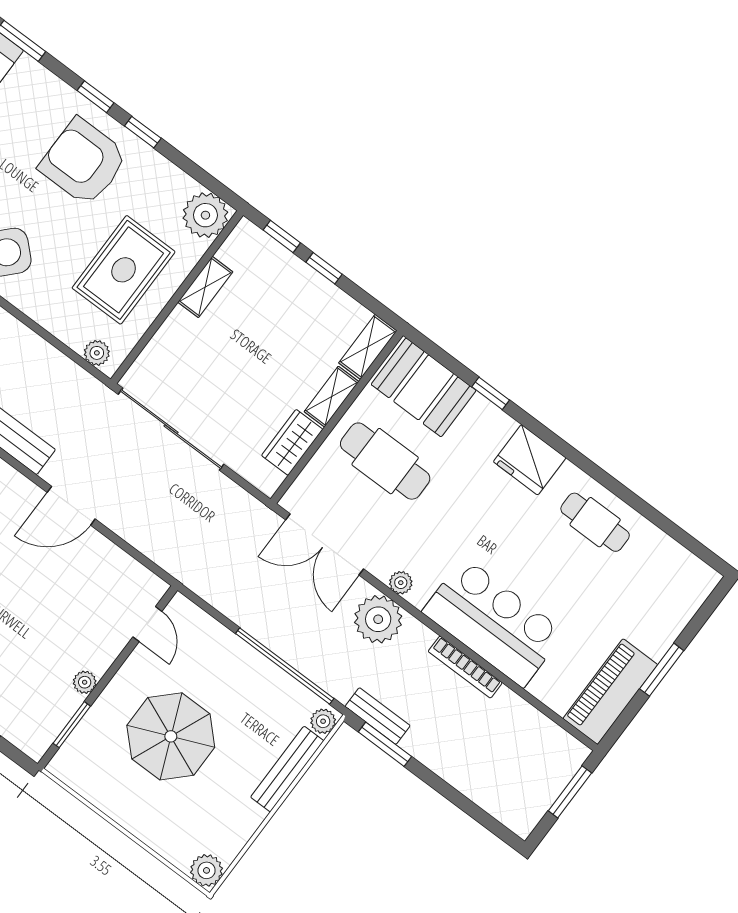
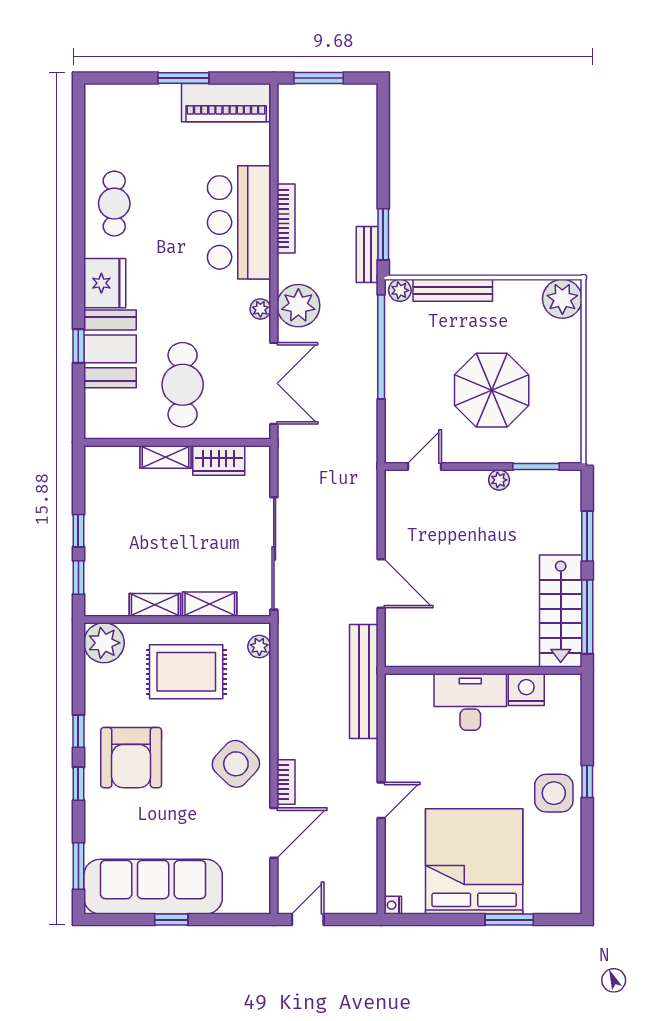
shelving: (368, 347) -> (210, 604), moved
booth: (424, 387) -> (110, 349), moved
plant: (207, 870) -> (562, 299), width x1.36, depth x1.36

